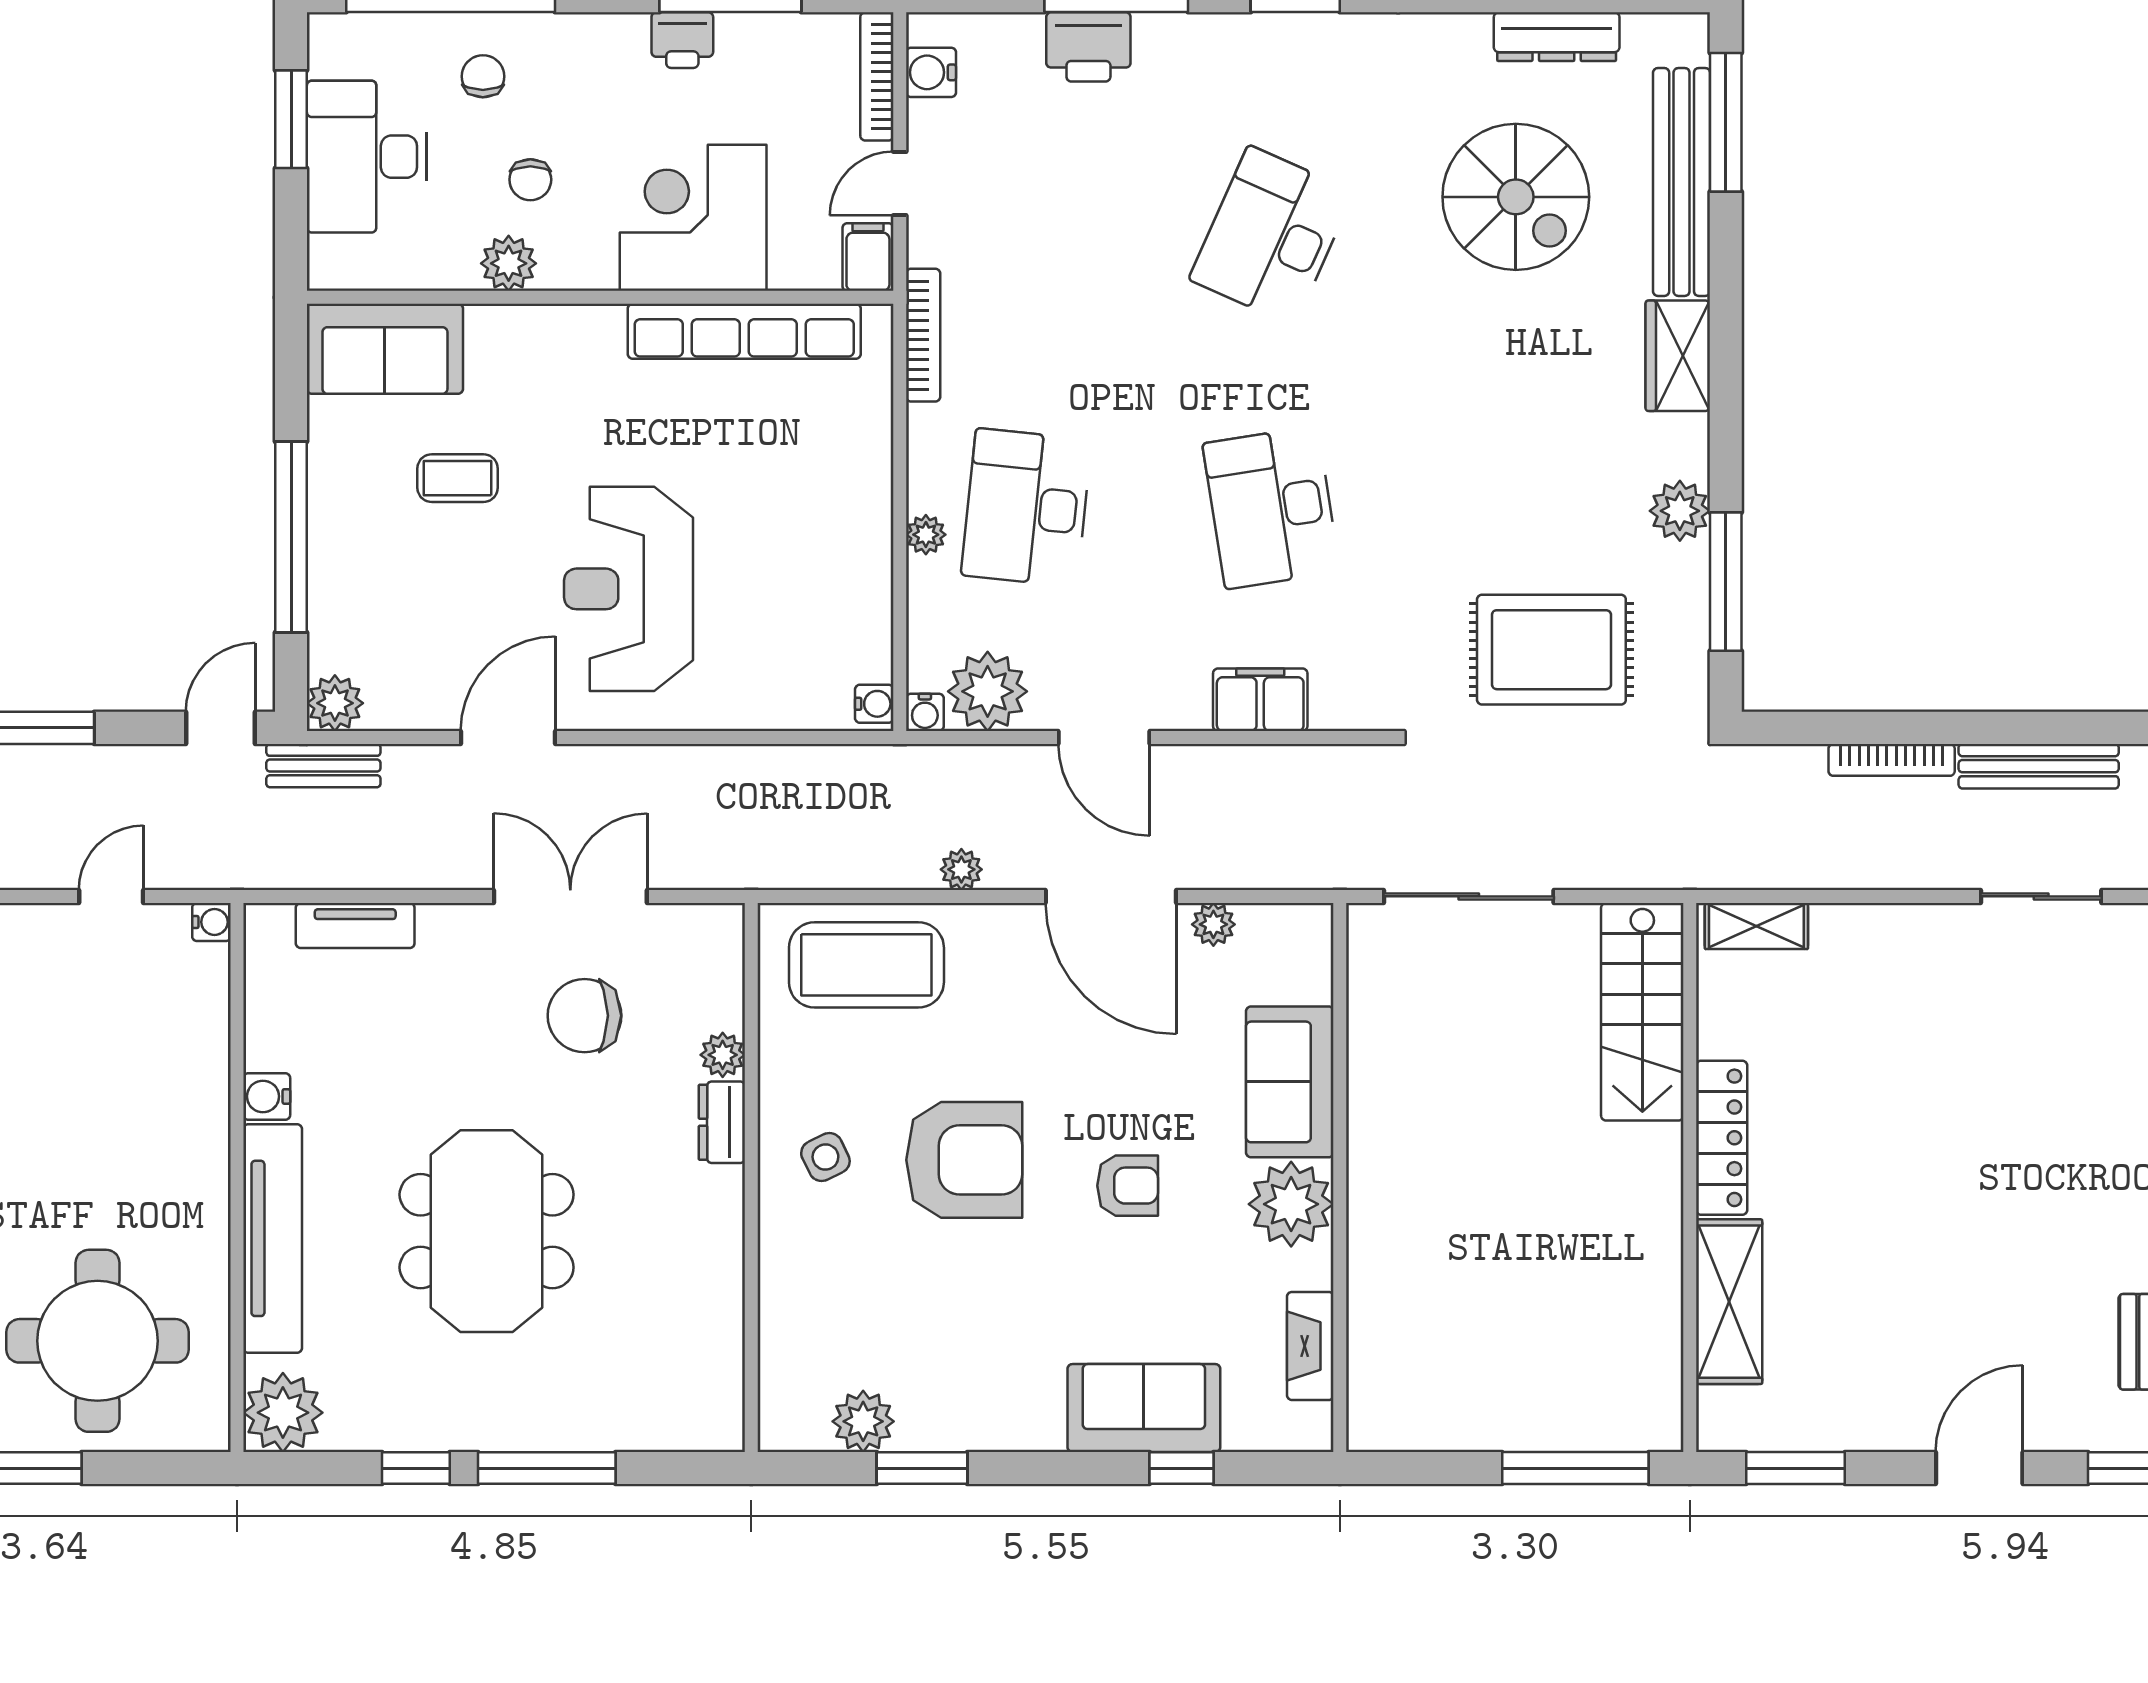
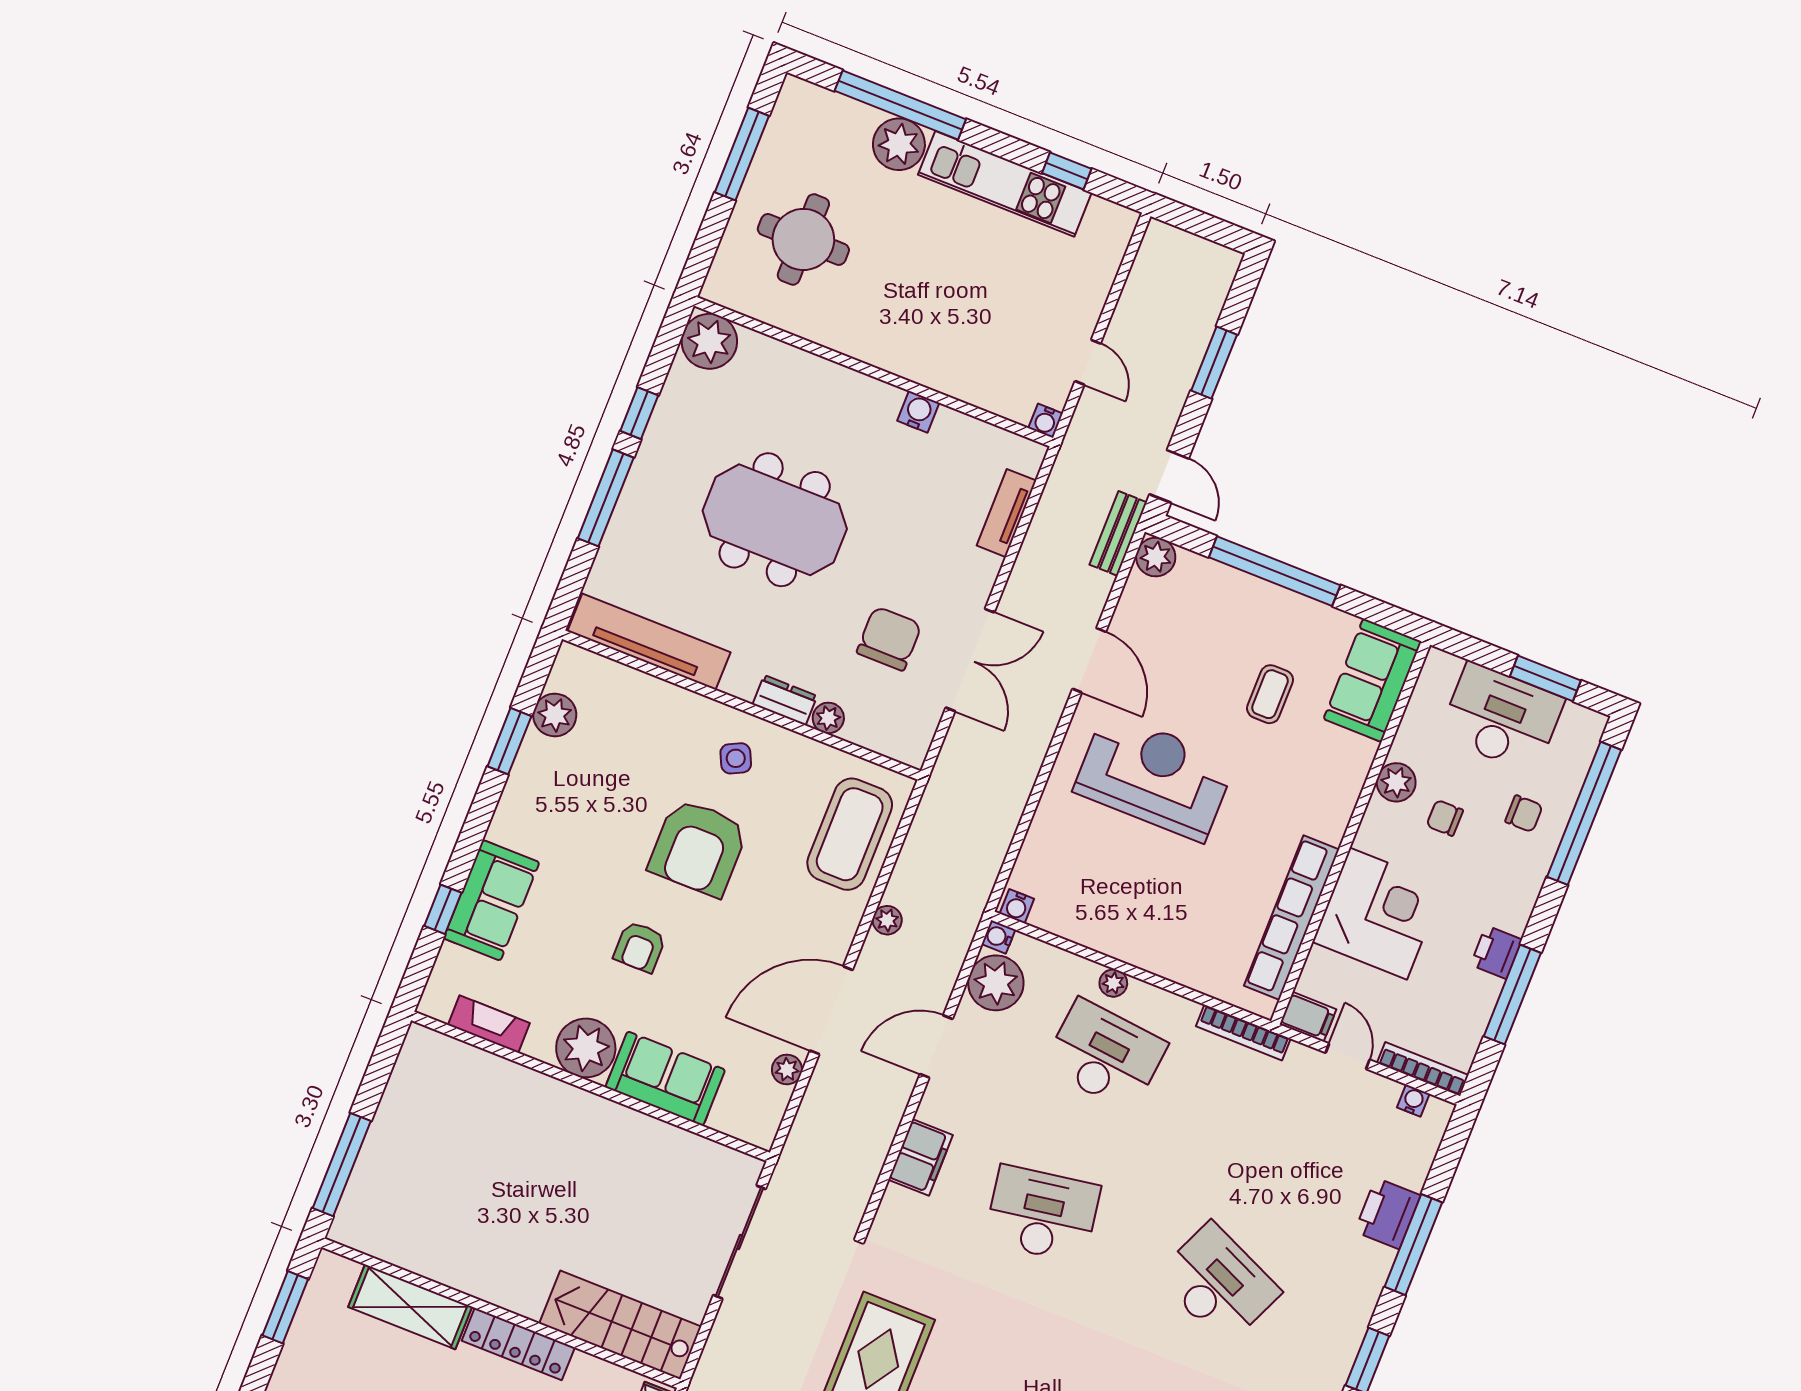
water cooler: (931, 72) -> (1413, 1101), width x0.72, depth x0.72
tv unit: (273, 1238) -> (649, 642), moved, turned 180
round table: (97, 1341) -> (803, 239), width x0.73, depth x0.73

